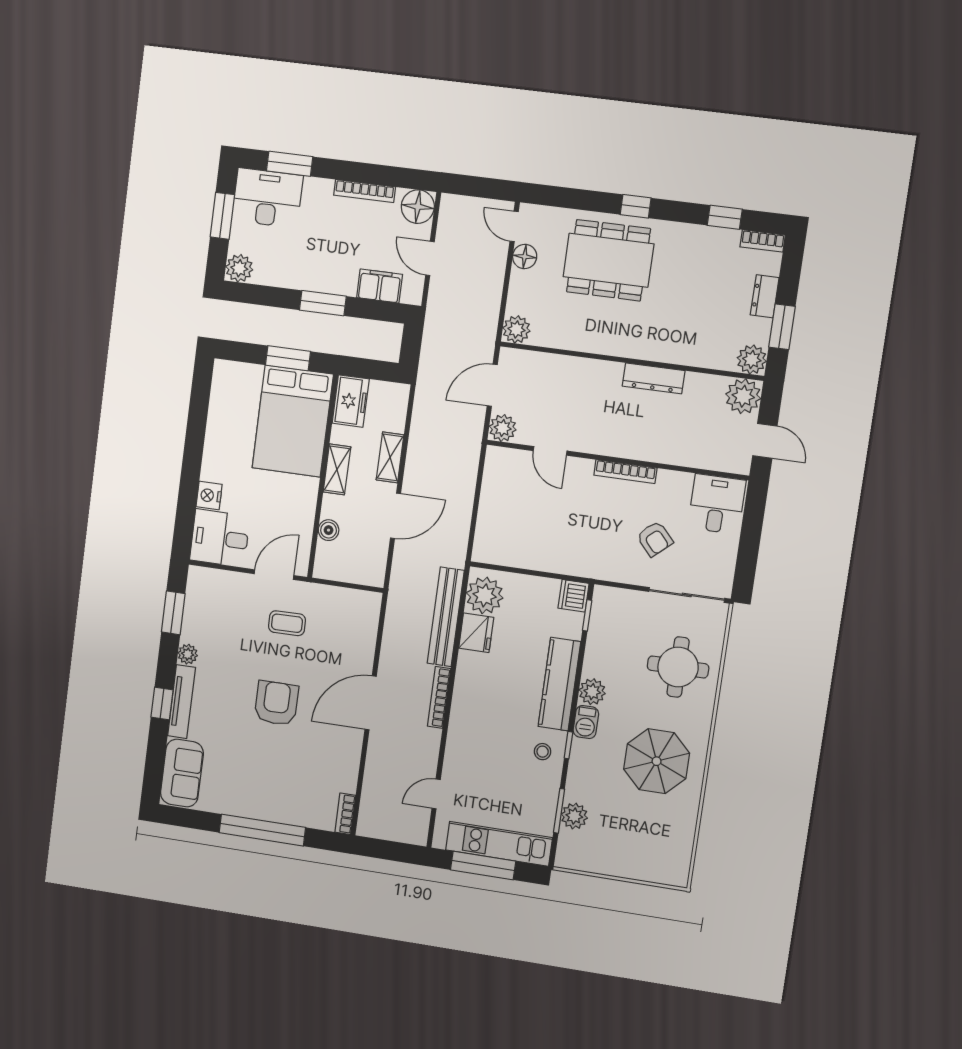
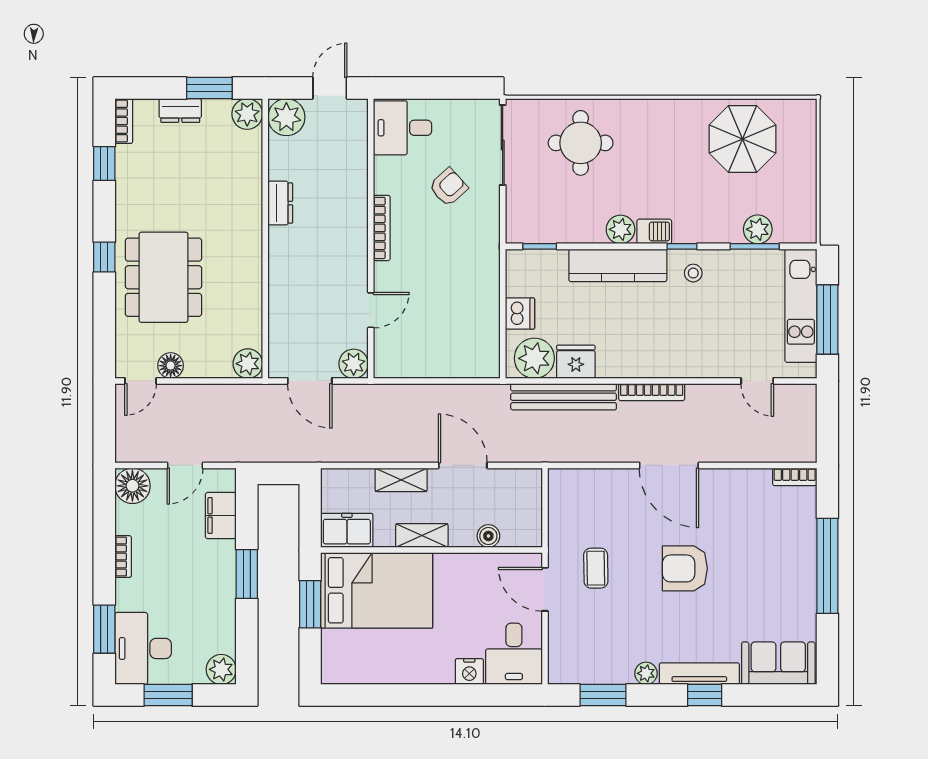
bookcase: (365, 191) -> (123, 557), width x0.64
dresser: (654, 378) -> (280, 203), width x0.70
dishwasher: (574, 596) -> (520, 314), moved, turned -90
parasol: (657, 761) -> (742, 139), moved

